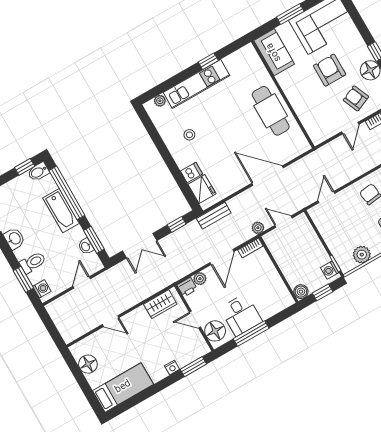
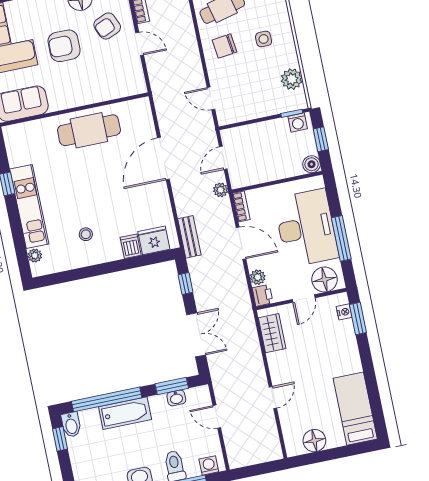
desk: (241, 315) -> (306, 228), width x1.87, depth x1.30
nightstand: (172, 368) -> (344, 312), moved

